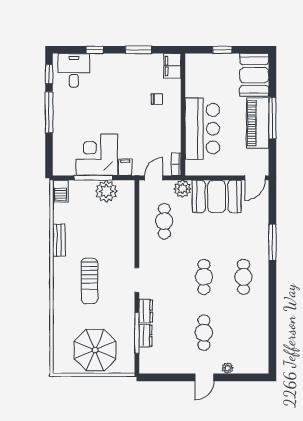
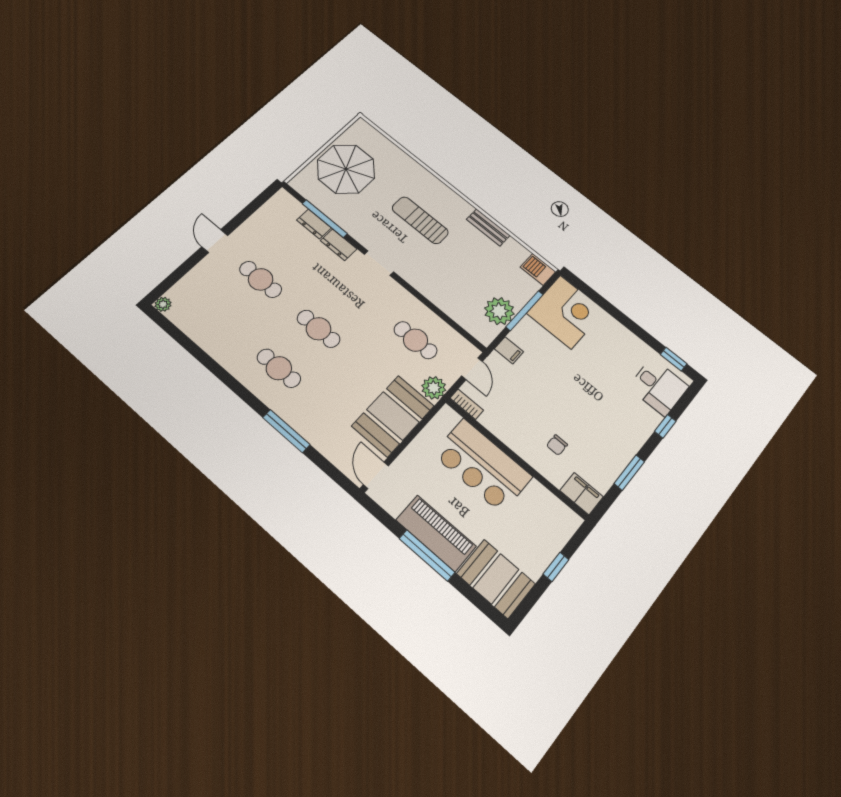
window: (49, 112) -> (631, 326), removed
corner desk: (97, 155) -> (566, 312), moved
plant: (228, 368) -> (163, 304), moved

